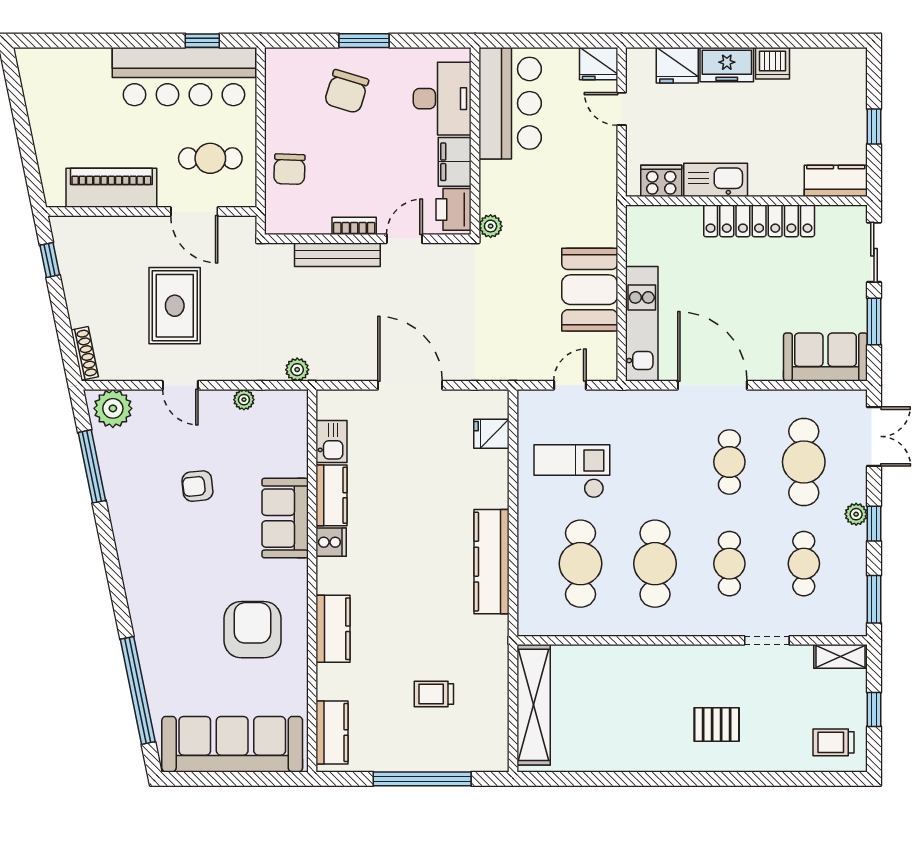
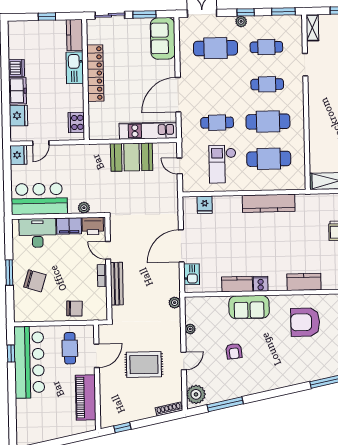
kitchen sink: (716, 180) -> (75, 68), moved
plant: (491, 226) -> (84, 208), moved
kitchen sink: (332, 441) -> (192, 274), moved, turned 90
cafe table: (729, 462) -> (217, 123), moved

